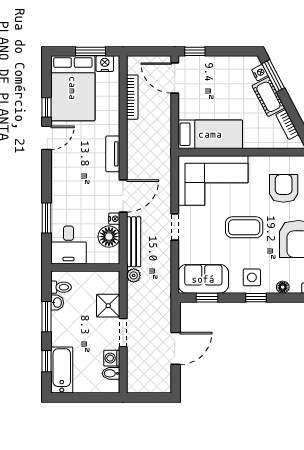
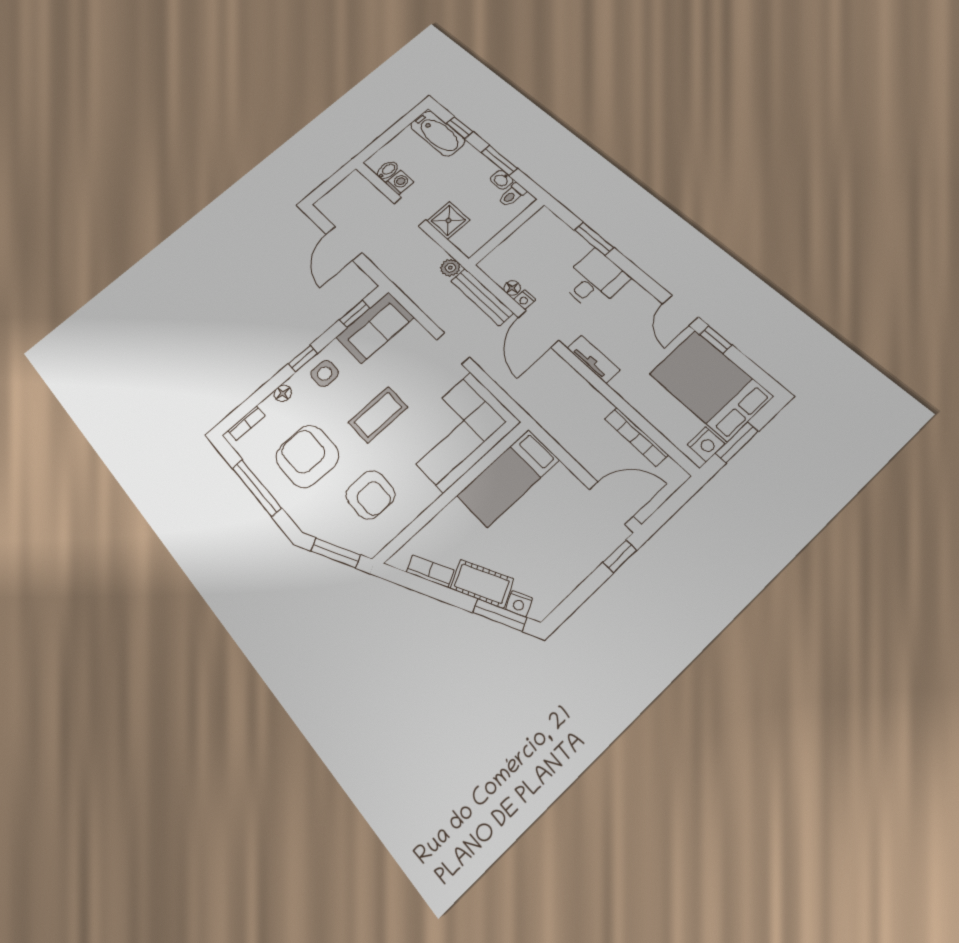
floor lamp: (109, 237) -> (512, 288), width x0.53, depth x0.53
desk: (68, 245) -> (594, 280), moved, turned 90

